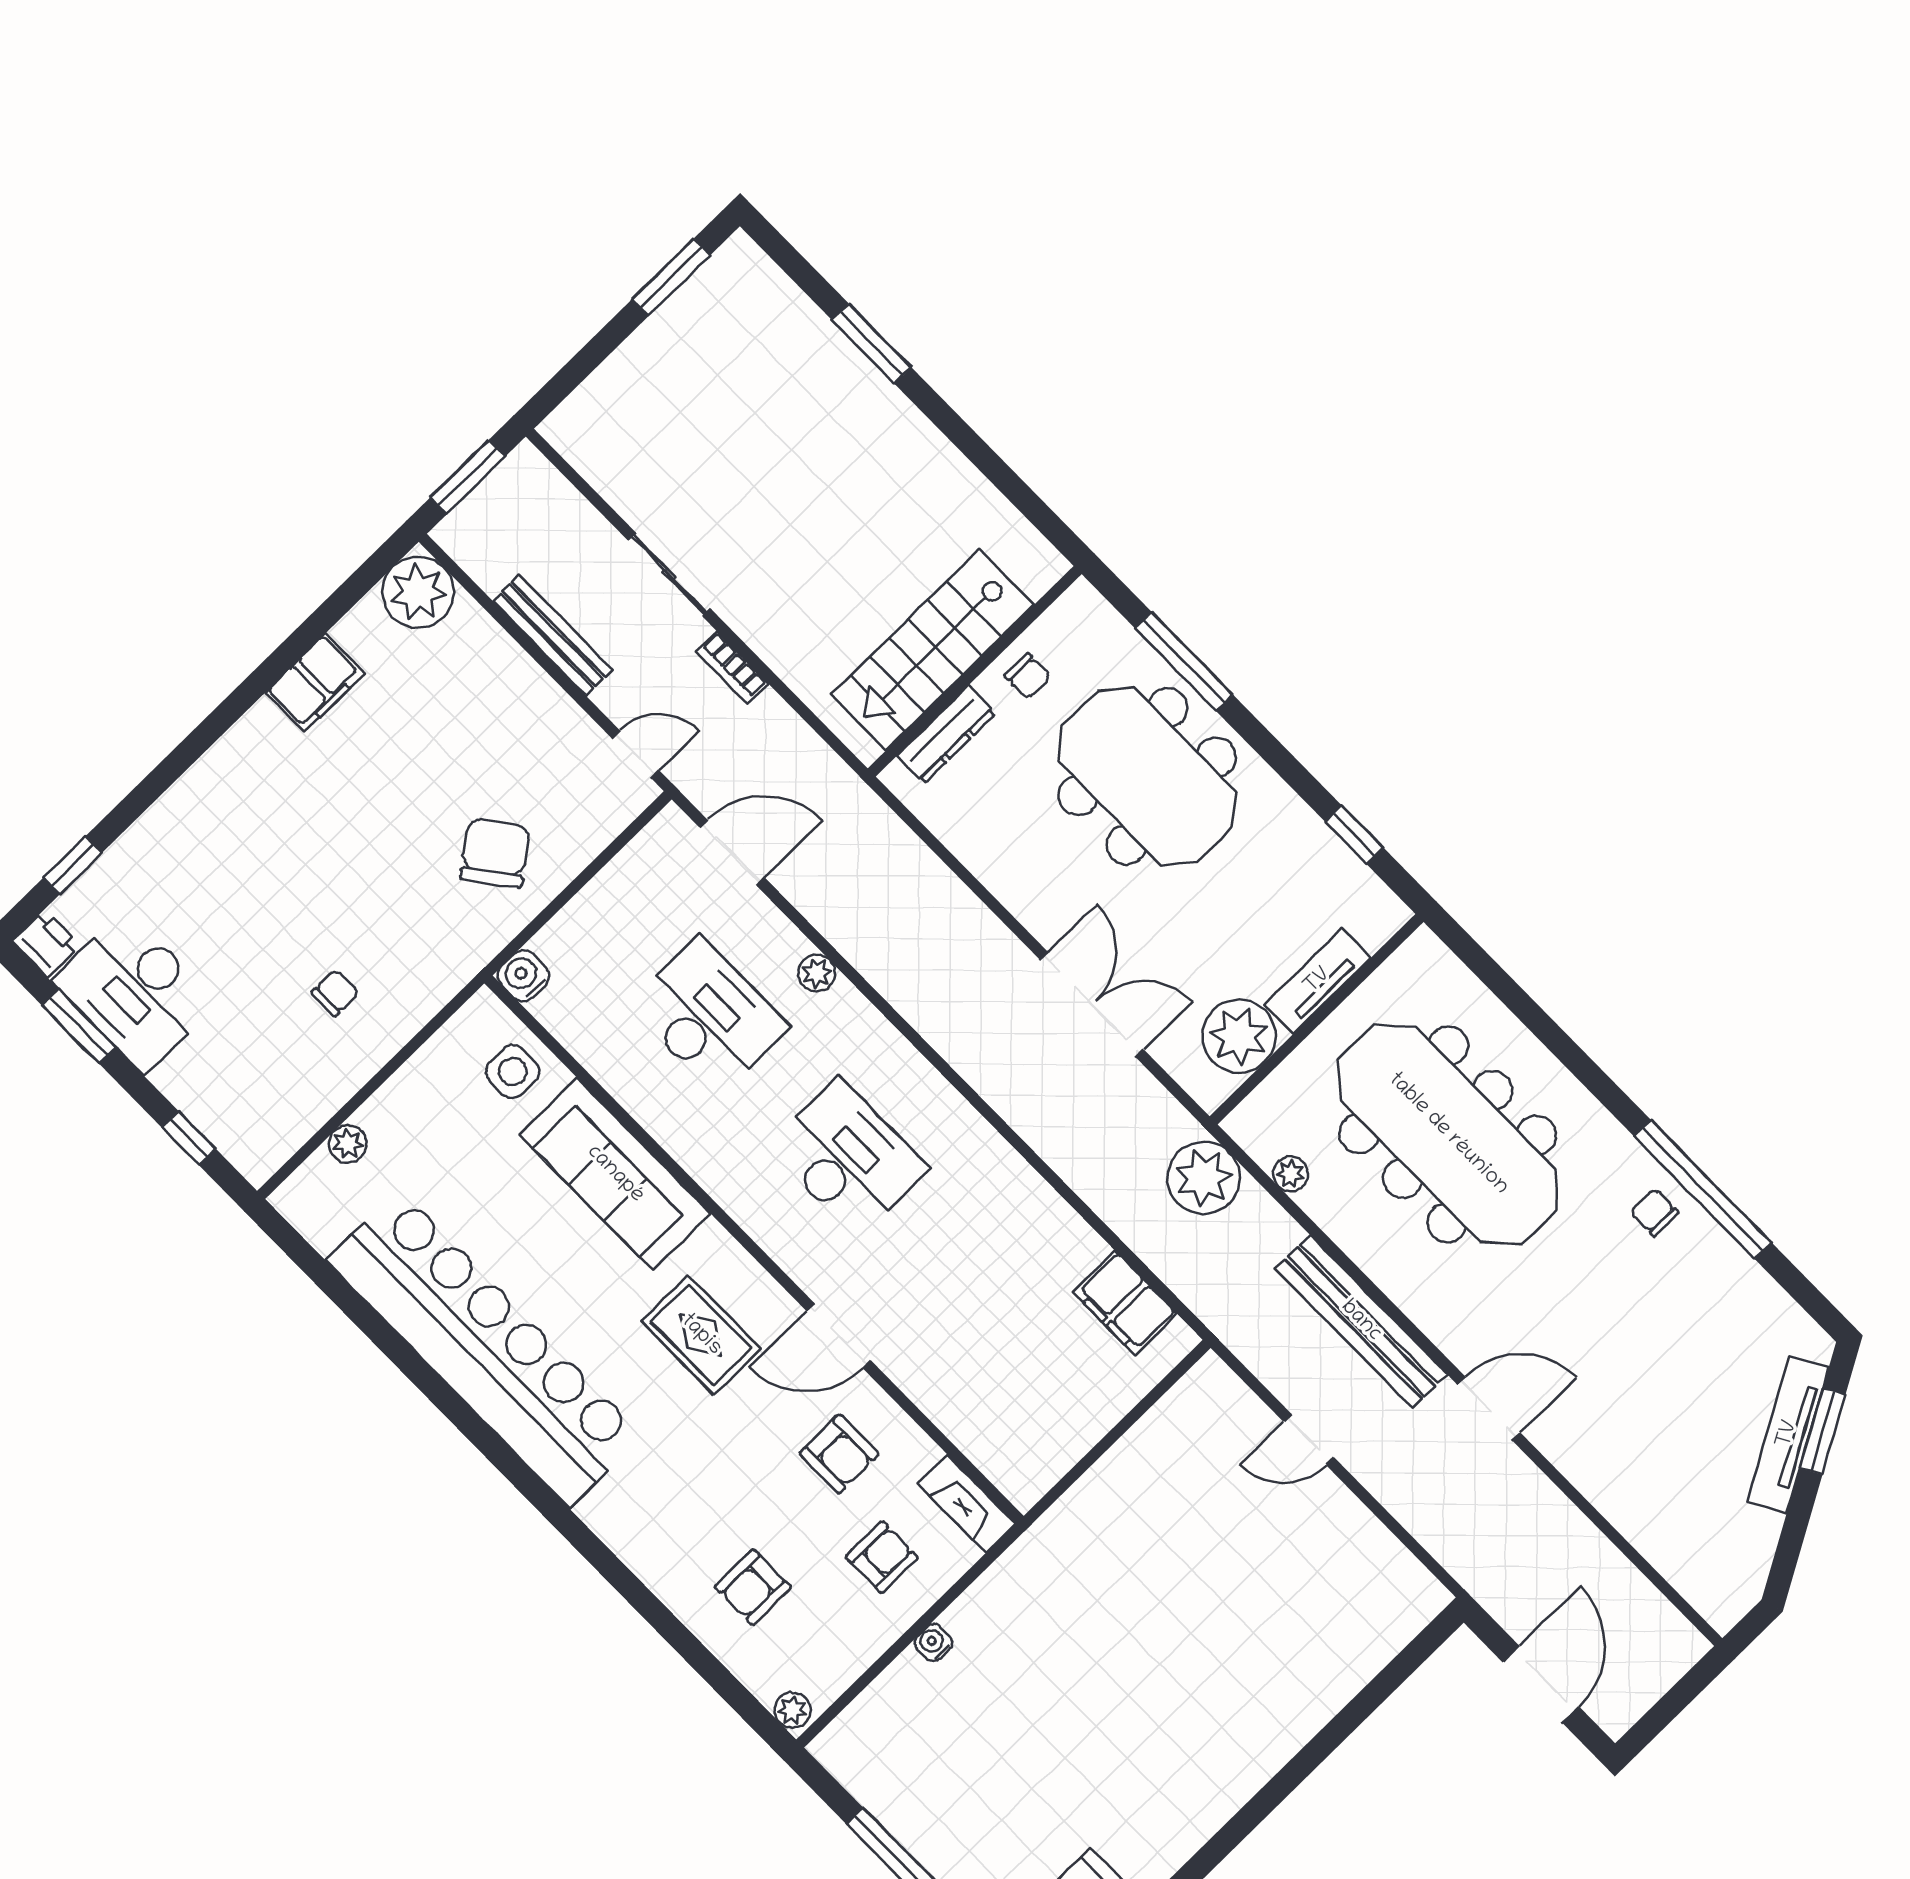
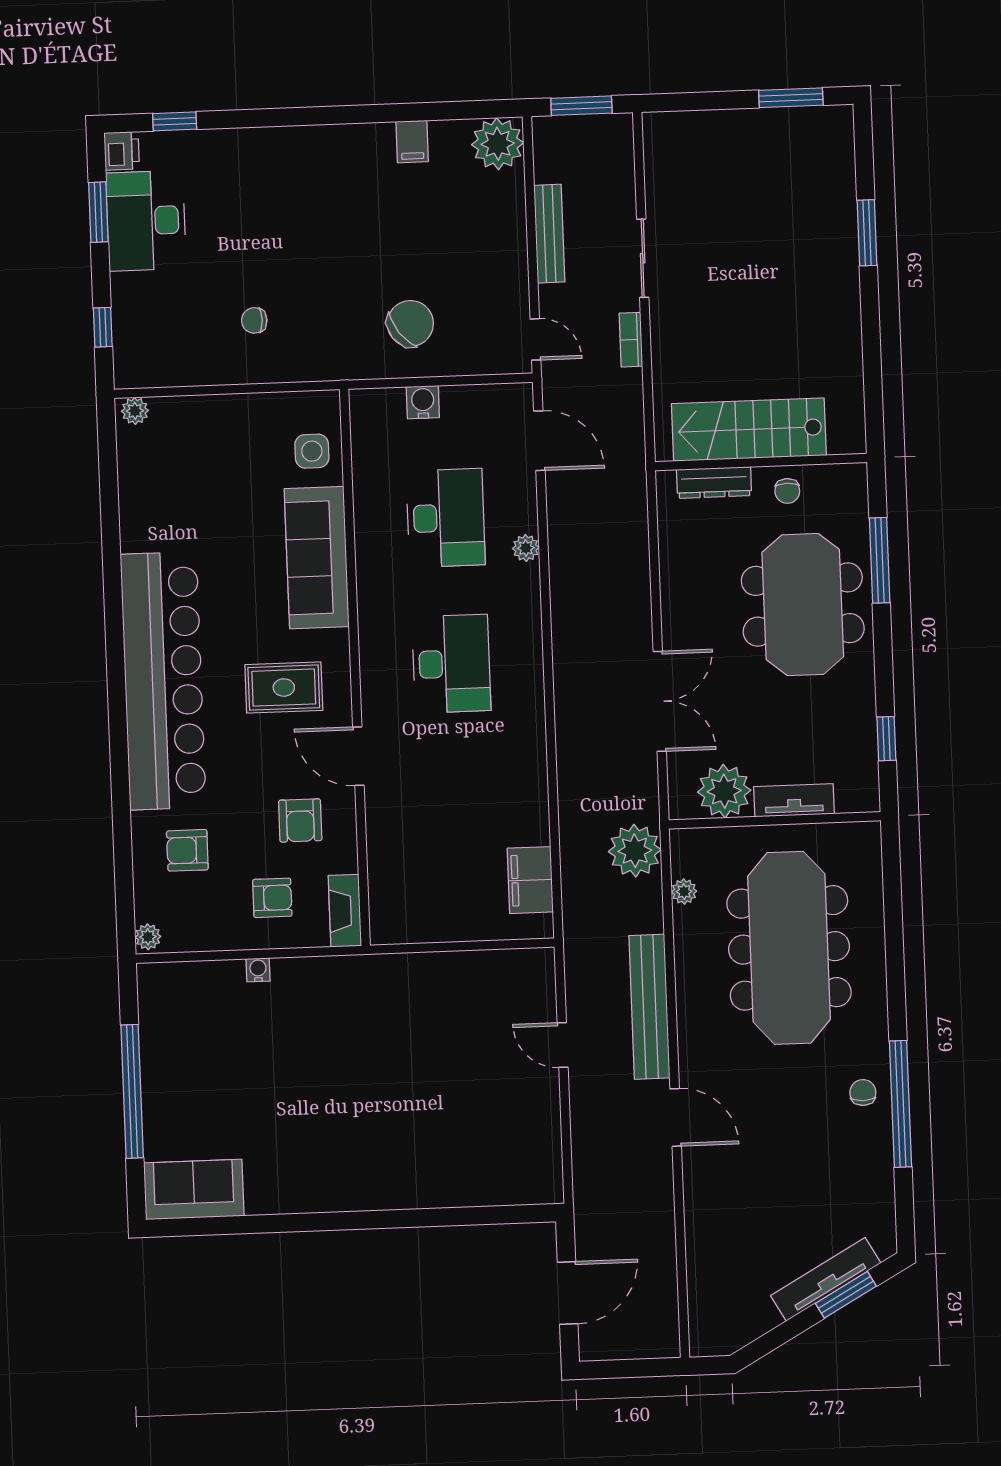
filing cabinet: (315, 683) -> (412, 142), width x0.50
water cooler: (523, 976) -> (423, 402), moved
chair: (335, 993) -> (254, 320), turned 180
plant: (348, 1144) -> (135, 411), moved
rug: (701, 1335) -> (284, 688), turned 90
bar counter: (484, 1348) -> (163, 681), moved

